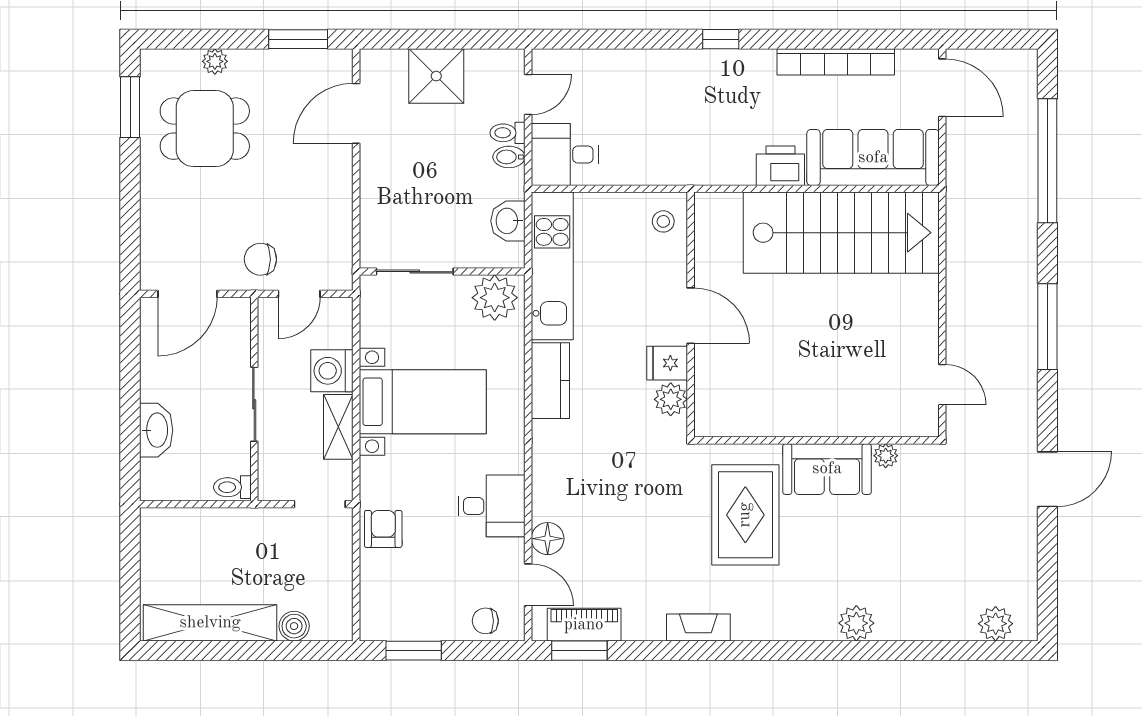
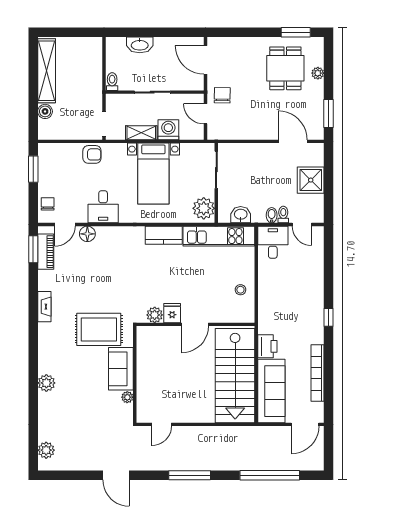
wall: (691, 315) -> (196, 324), moved
door: (691, 316) -> (195, 324), moved
fridge: (667, 363) -> (172, 313), moved
plant: (671, 399) -> (155, 315), moved

